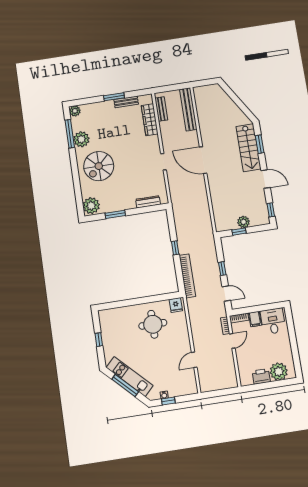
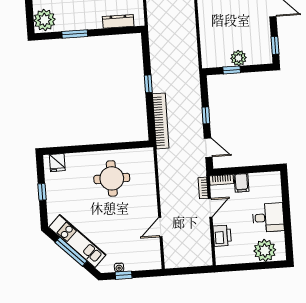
fridge: (176, 305) -> (57, 163), moved
desk: (273, 321) -> (268, 217), moved, turned 90
printer: (261, 376) -> (222, 236), moved, turned 90

